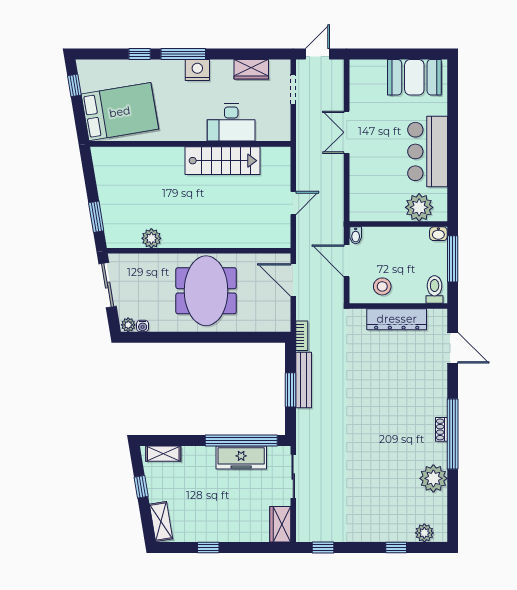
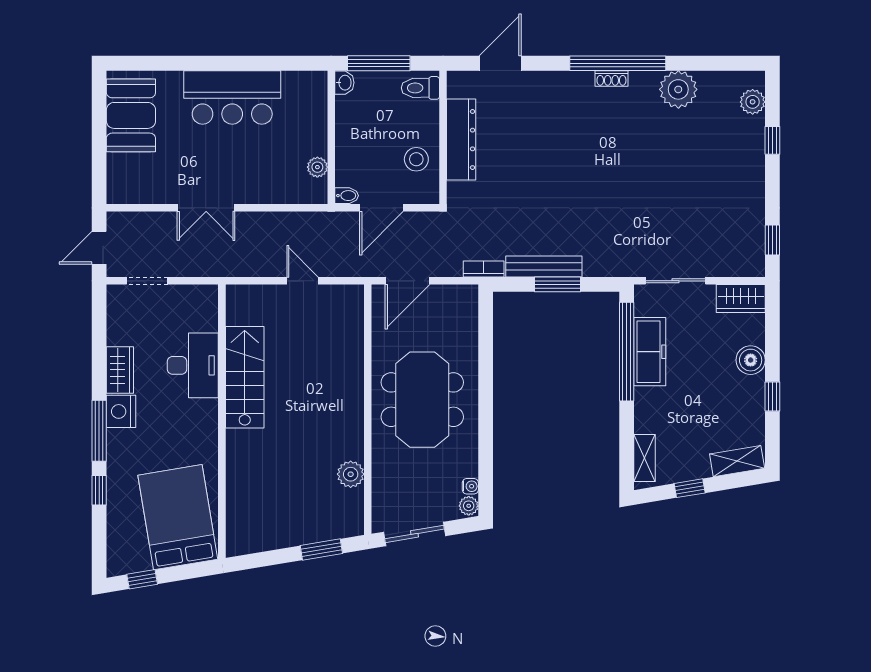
door: (317, 54) -> (99, 248), hinge flipped
wardrobe: (251, 69) -> (120, 370), moved
plant: (419, 207) -> (317, 167), moved, width x0.53, depth x0.53
meeting table: (206, 291) -> (422, 400), turned 90
boiler: (235, 531) -> (751, 360), added

